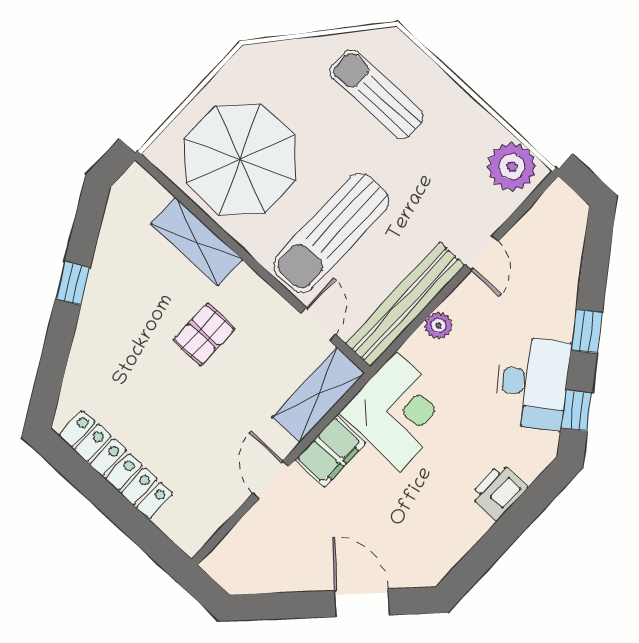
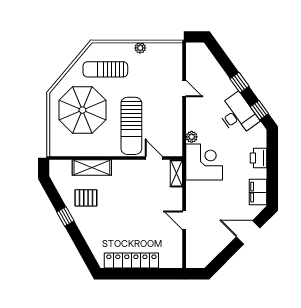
parasol: (240, 159) -> (82, 110), moved
plant: (512, 167) -> (140, 48), moved, width x0.53, depth x0.53
bench: (405, 304) -> (175, 127), removed
plant: (438, 325) -> (192, 137), moved
pallet: (204, 334) -> (86, 198), moved, turned 90
shelving: (318, 395) -> (176, 173), width x0.67, depth x0.75
filing cabinet: (330, 451) -> (258, 192), moved, turned 180

